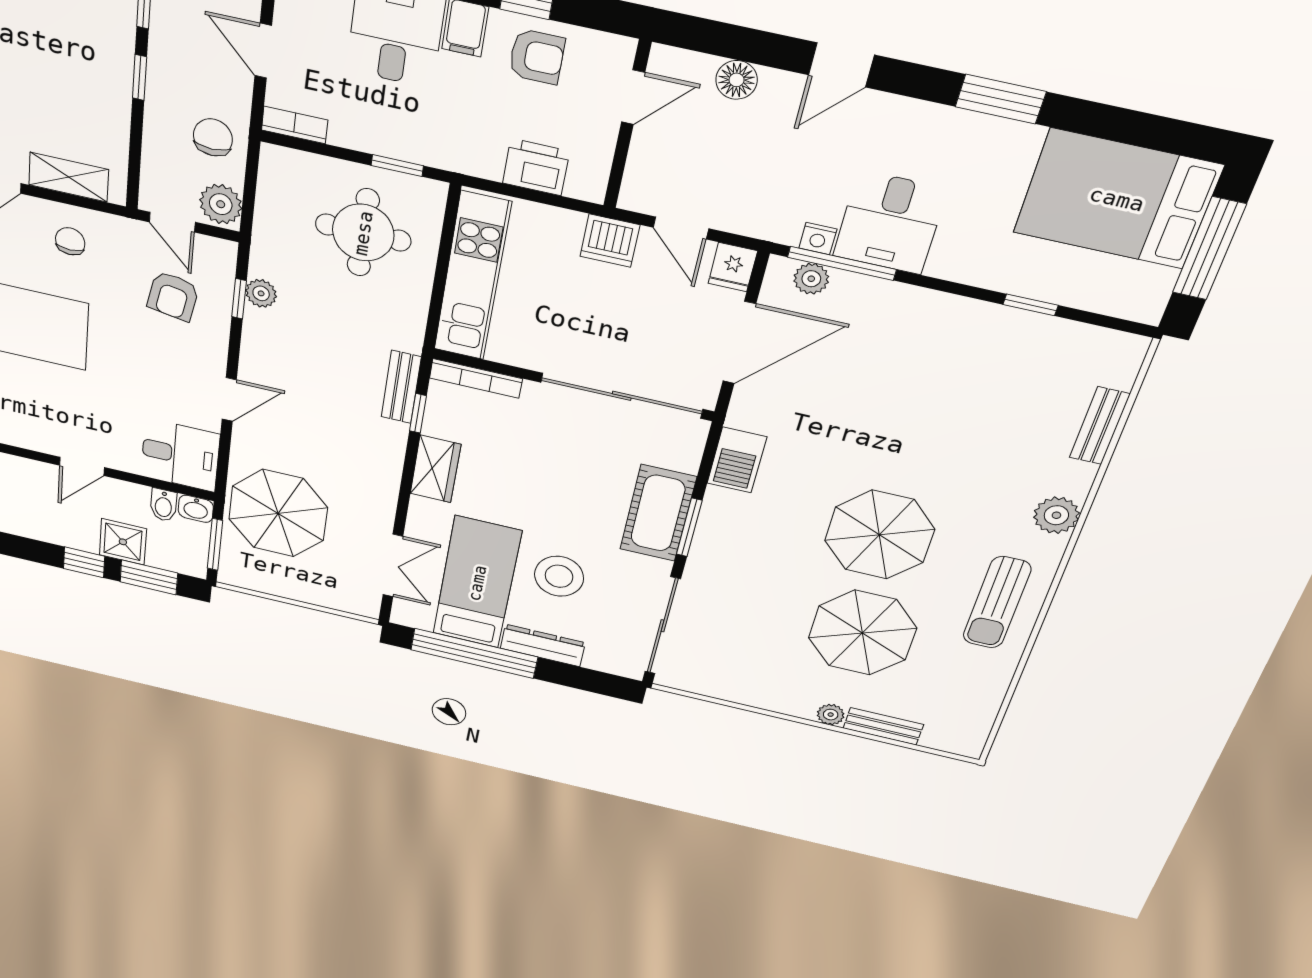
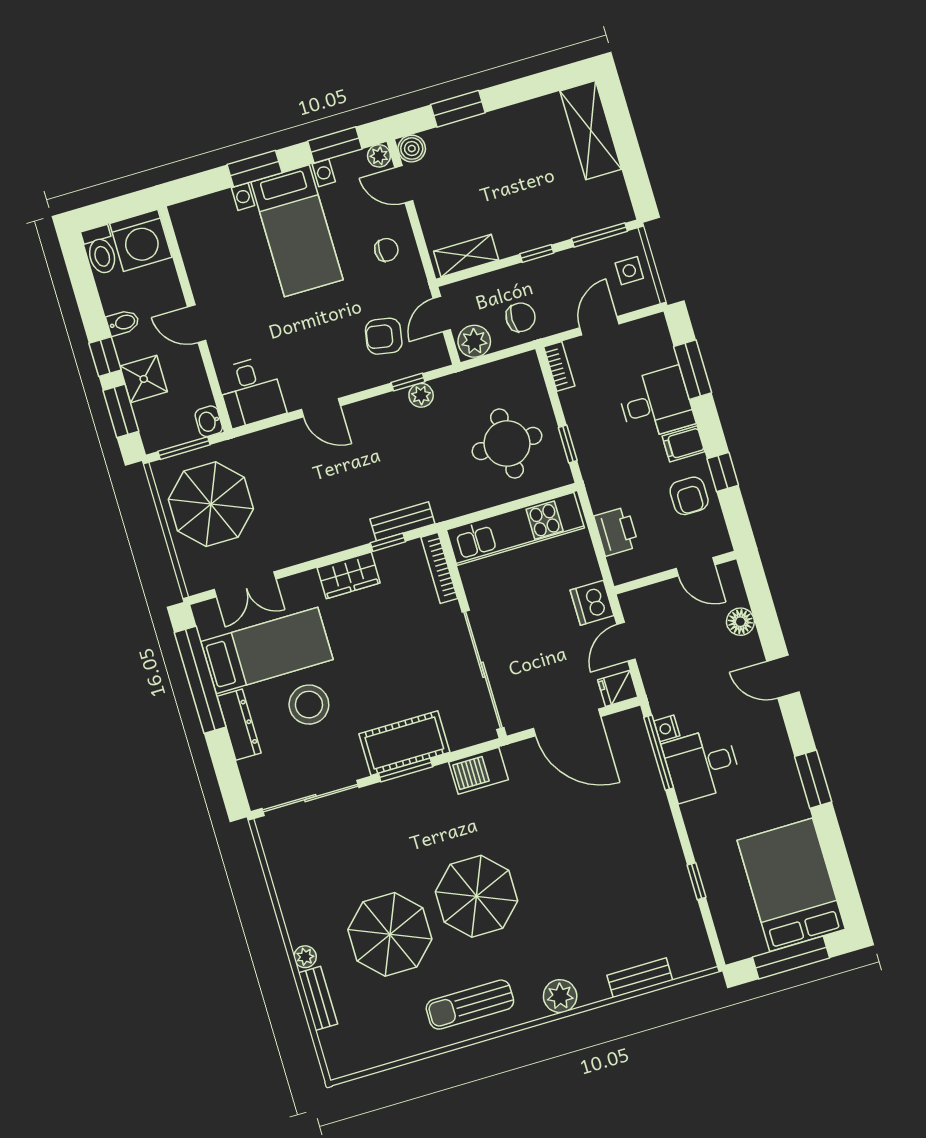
shelving: (69, 177) -> (466, 256), moved, turned 90
plant: (811, 279) -> (638, 741), removed
bidet: (163, 505) -> (123, 323), moved, turned 180
parasol: (278, 513) -> (211, 504), moved

